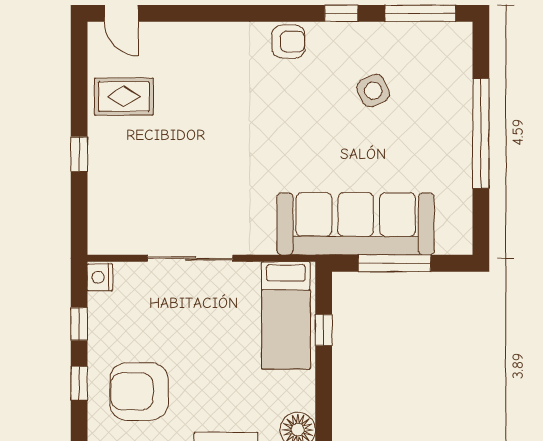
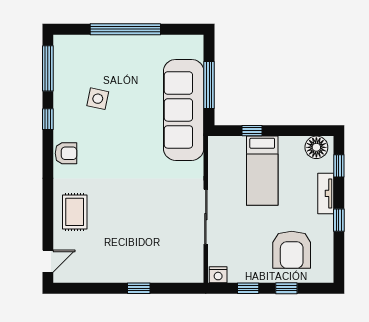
armchair: (288, 42) -> (66, 153), turned 90
side table: (373, 91) -> (98, 99), turned 37
rug: (124, 97) -> (75, 212), moved
bed: (286, 315) -> (262, 171), moved, turned 90

